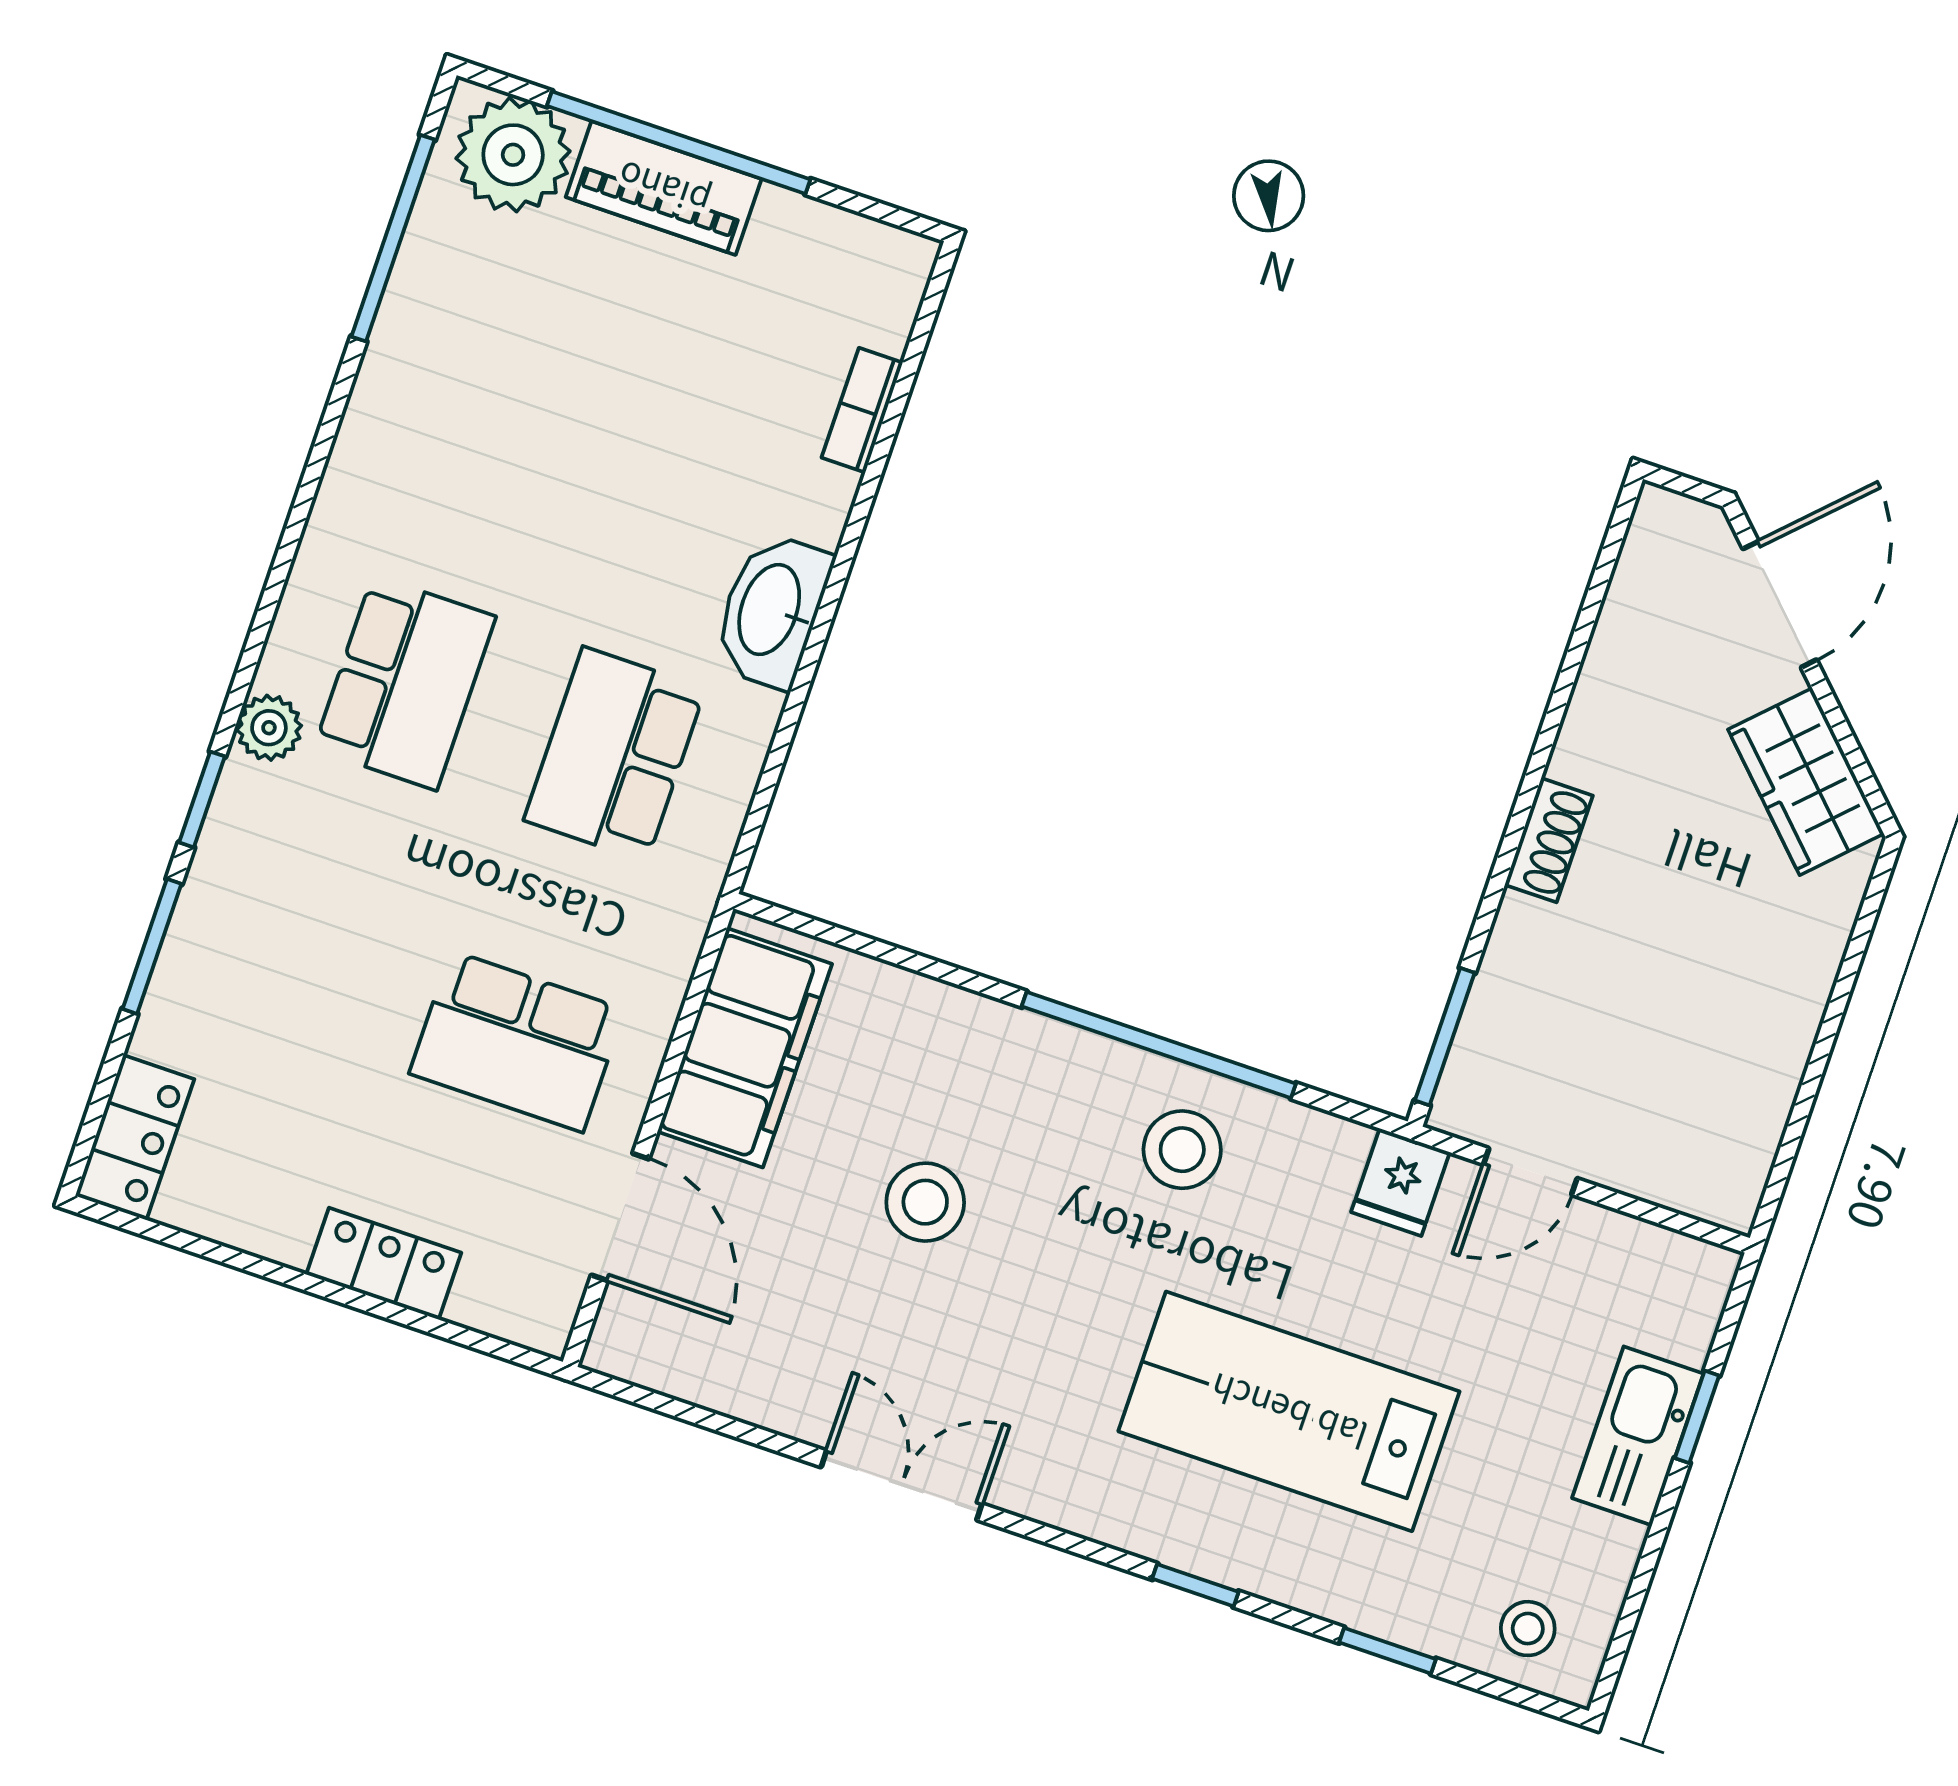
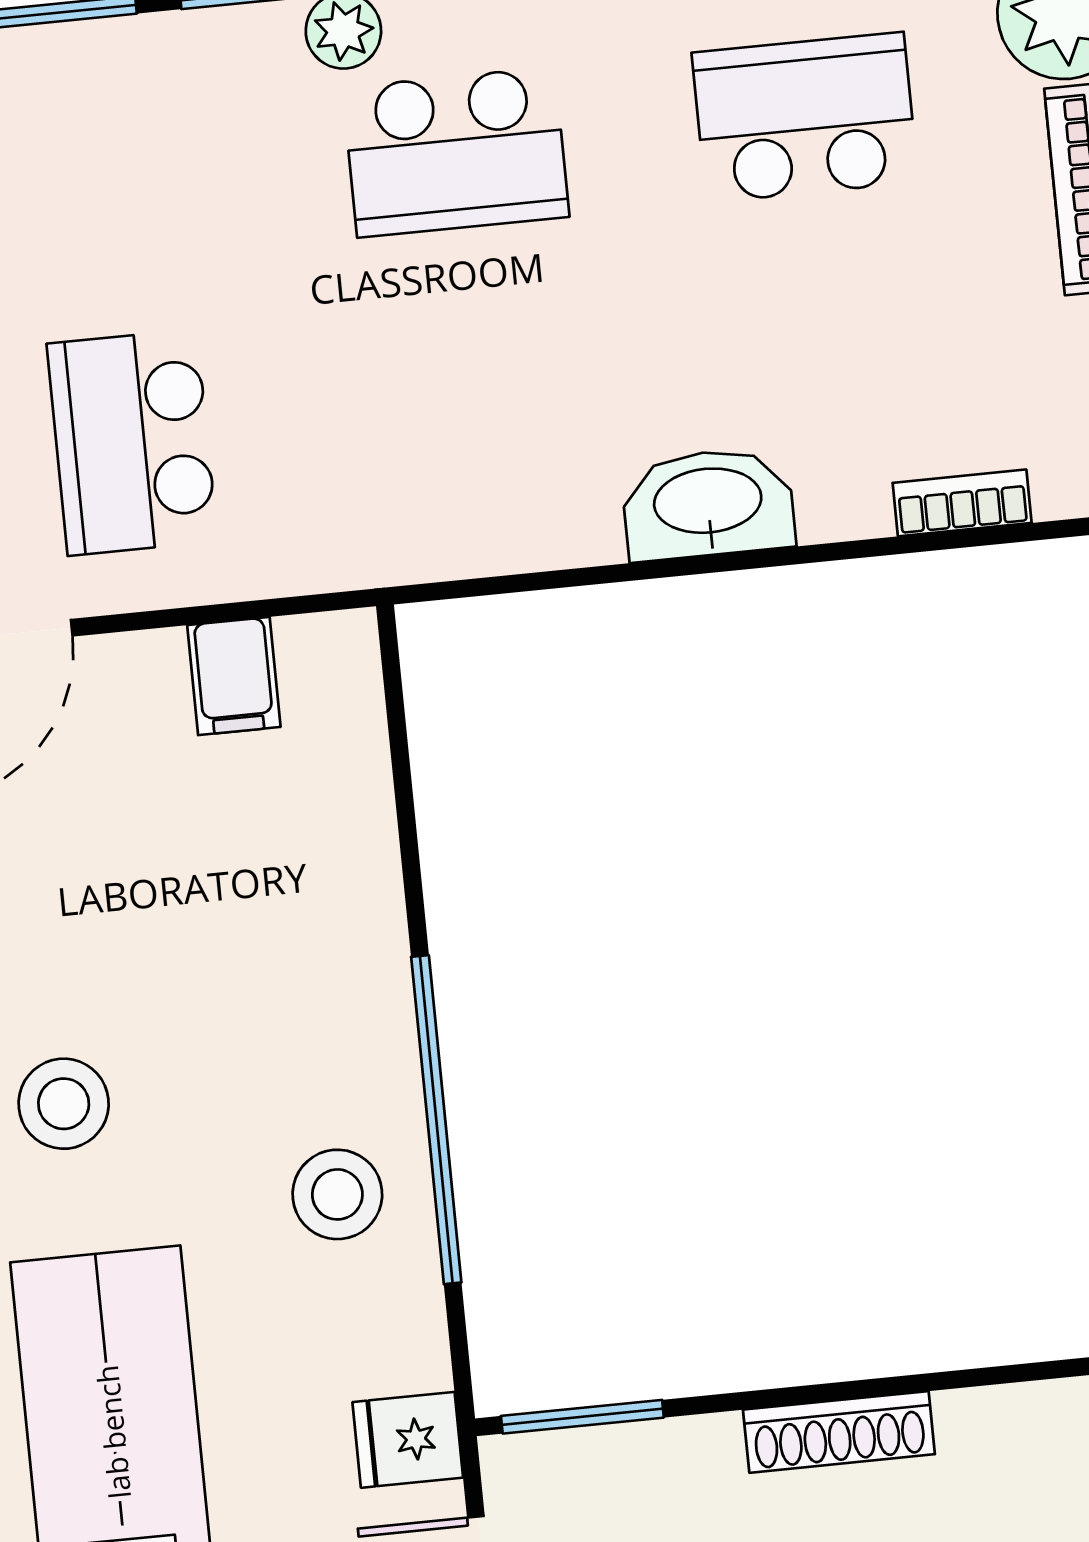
school desk: (615, 754) -> (805, 117), moved
shoe rack: (1549, 840) -> (839, 1432), width x1.43
filing cabinet: (745, 1048) -> (234, 676), width x0.33, depth x0.86
stool: (925, 1202) -> (64, 1104), moved

